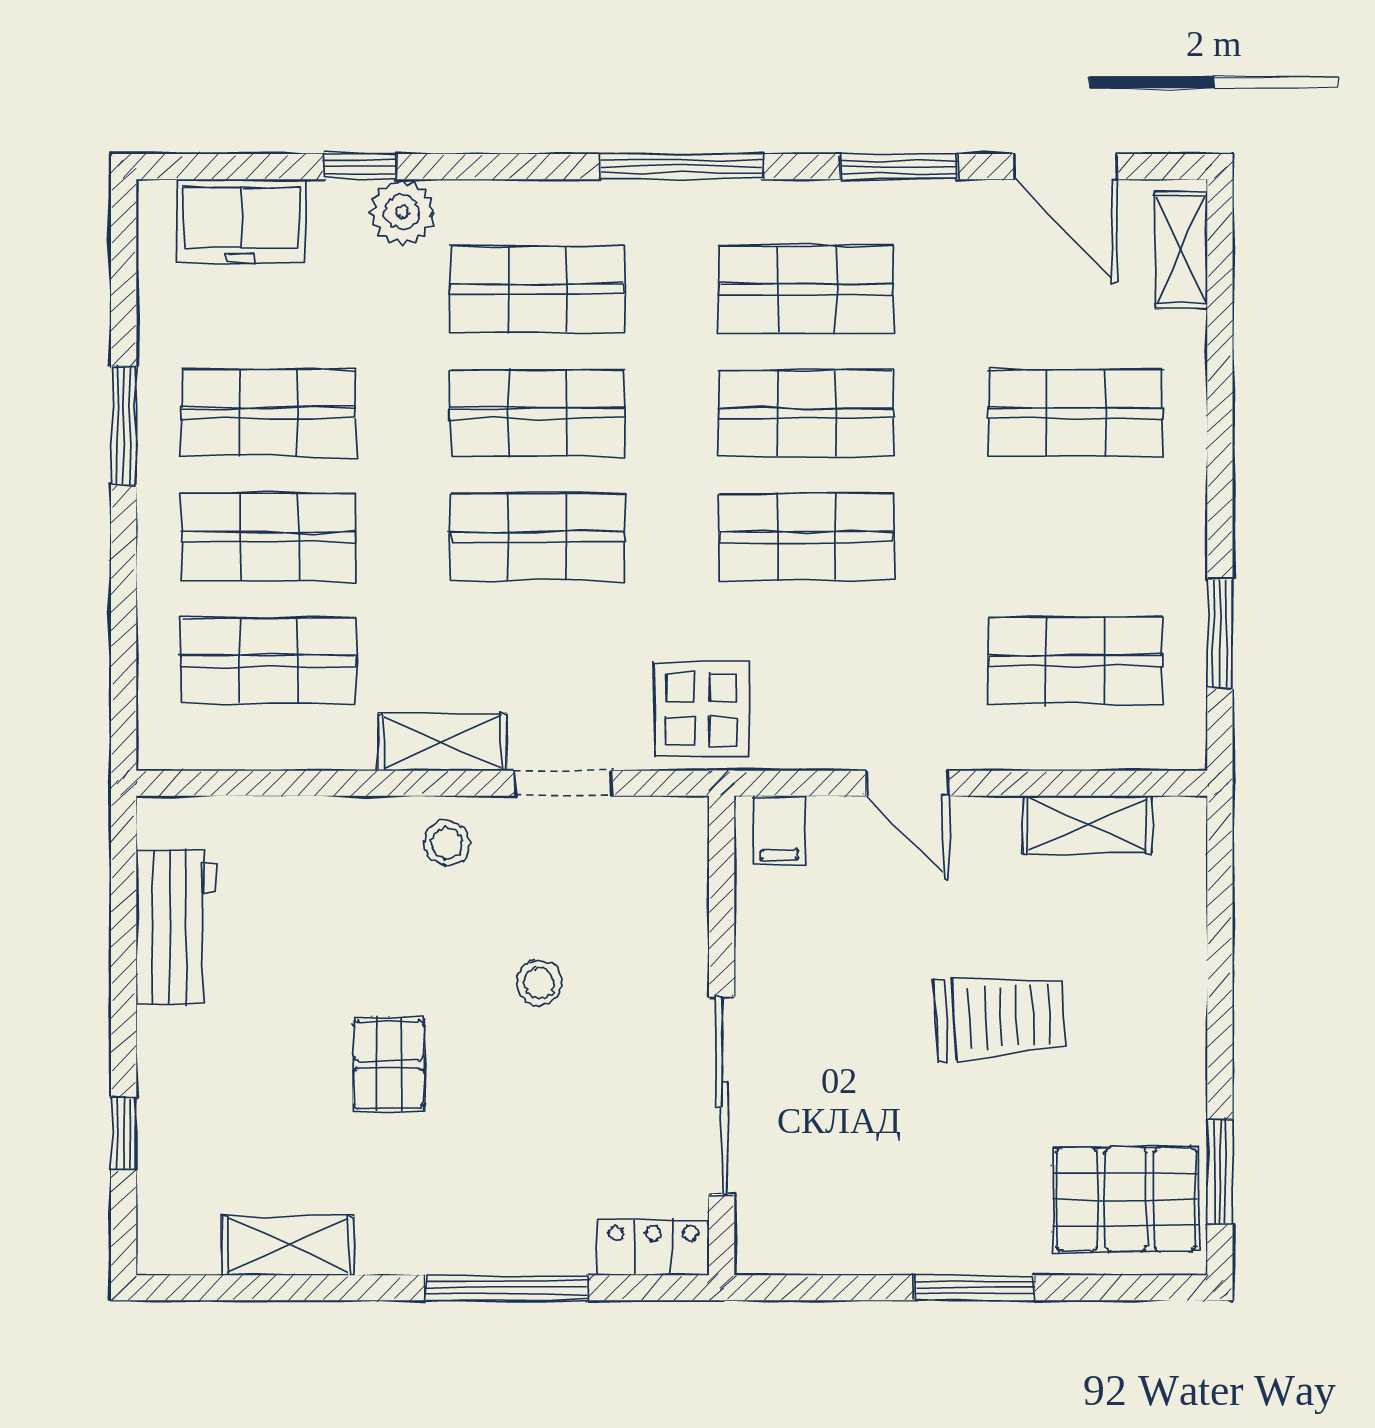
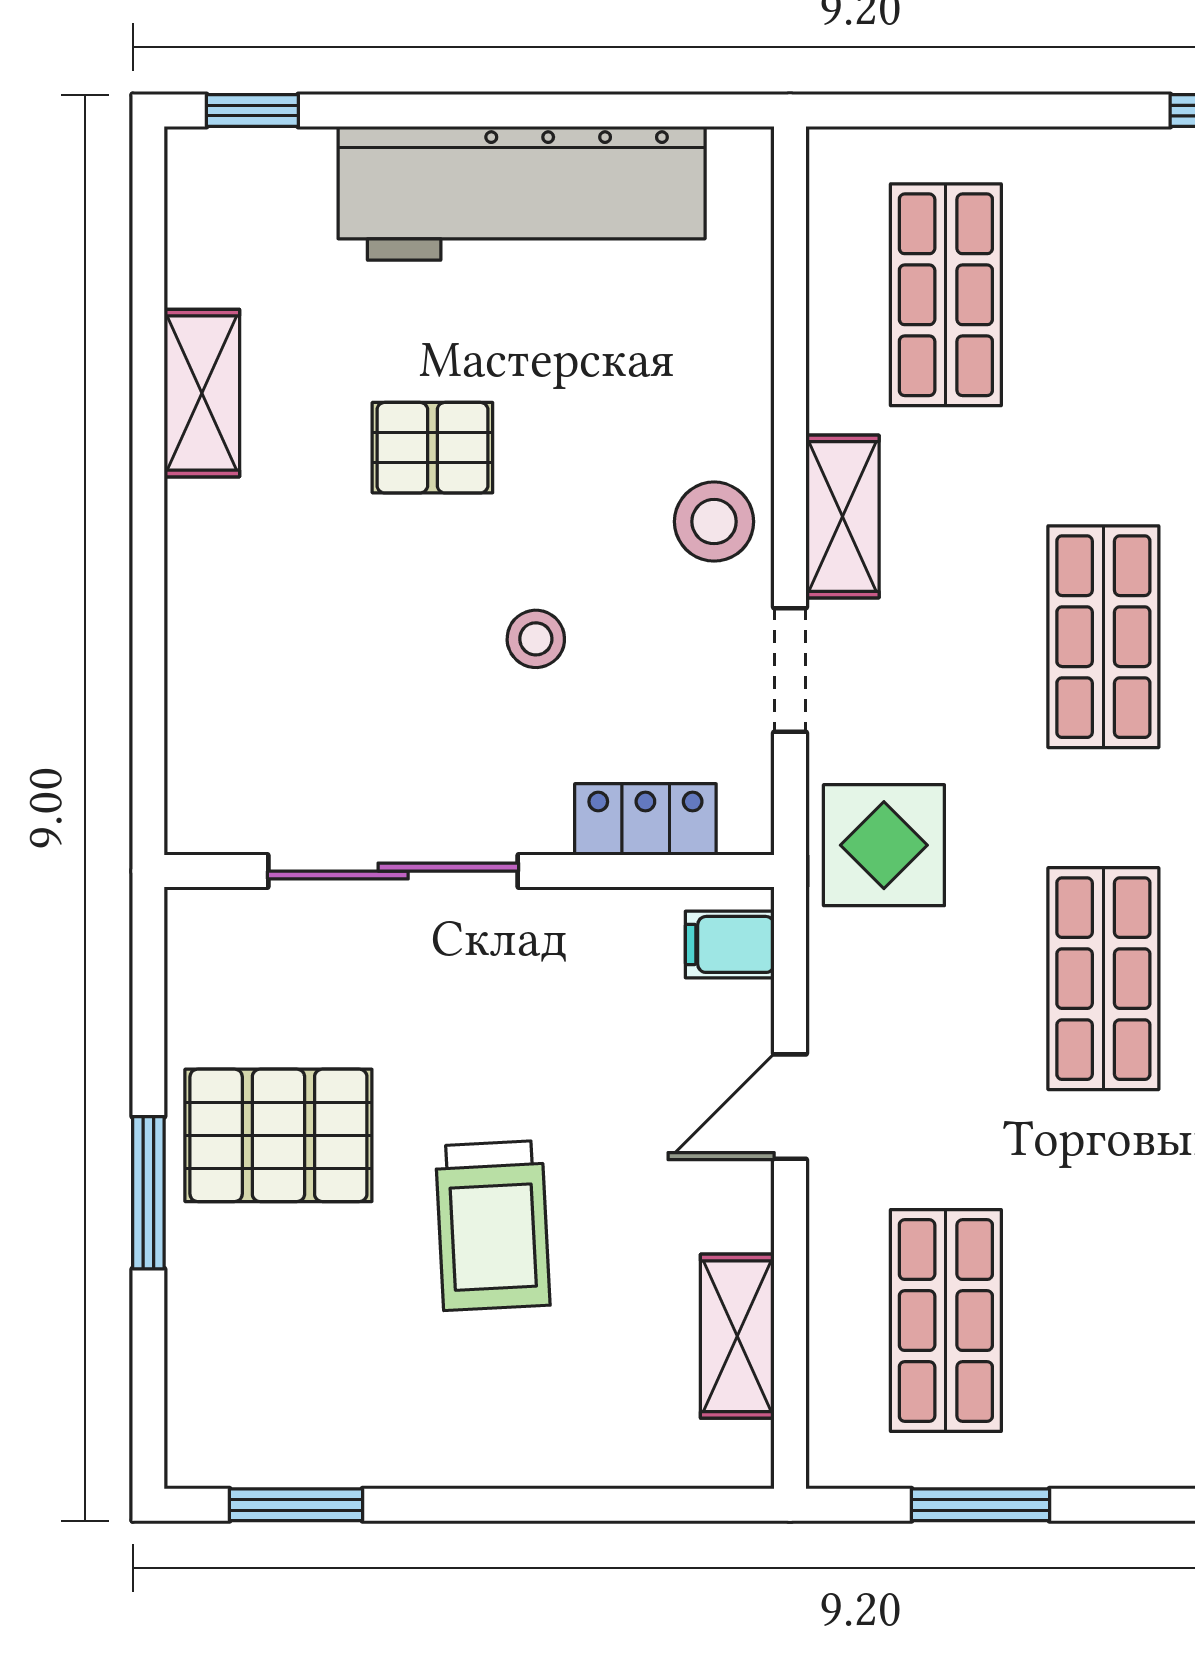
shop shelf: (268, 537) -> (1103, 295), removed
stool: (447, 843) -> (714, 522), width x1.37, depth x1.37
workbench: (176, 927) -> (522, 193), width x1.88, depth x1.32
window: (124, 1133) -> (252, 111), moved
pallet: (1126, 1199) -> (278, 1135), moved, turned 90
shelving: (288, 1246) -> (202, 393), moved
locker: (653, 1247) -> (645, 819), moved, turned -90
window: (507, 1288) -> (148, 598), removed

